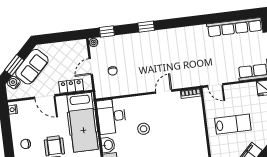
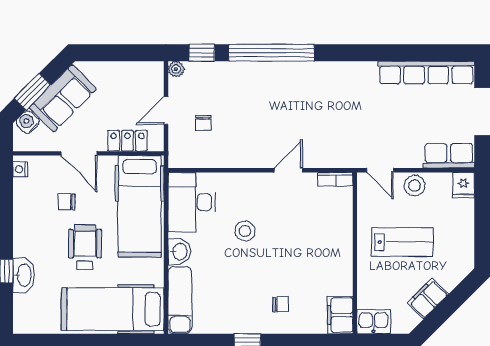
window: (146, 27) -> (272, 53), width x3.17
stool: (236, 91) -> (415, 186), added
chair: (26, 144) -> (67, 202), moved

